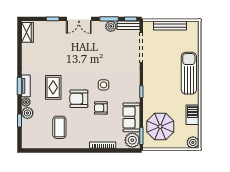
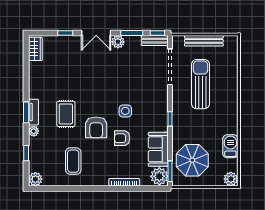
plant: (111, 26) -> (118, 42), moved
sun lounger: (189, 73) -> (200, 84), moved
armchair: (79, 99) -> (96, 127), turned -90
plant: (27, 113) -> (35, 179), moved

